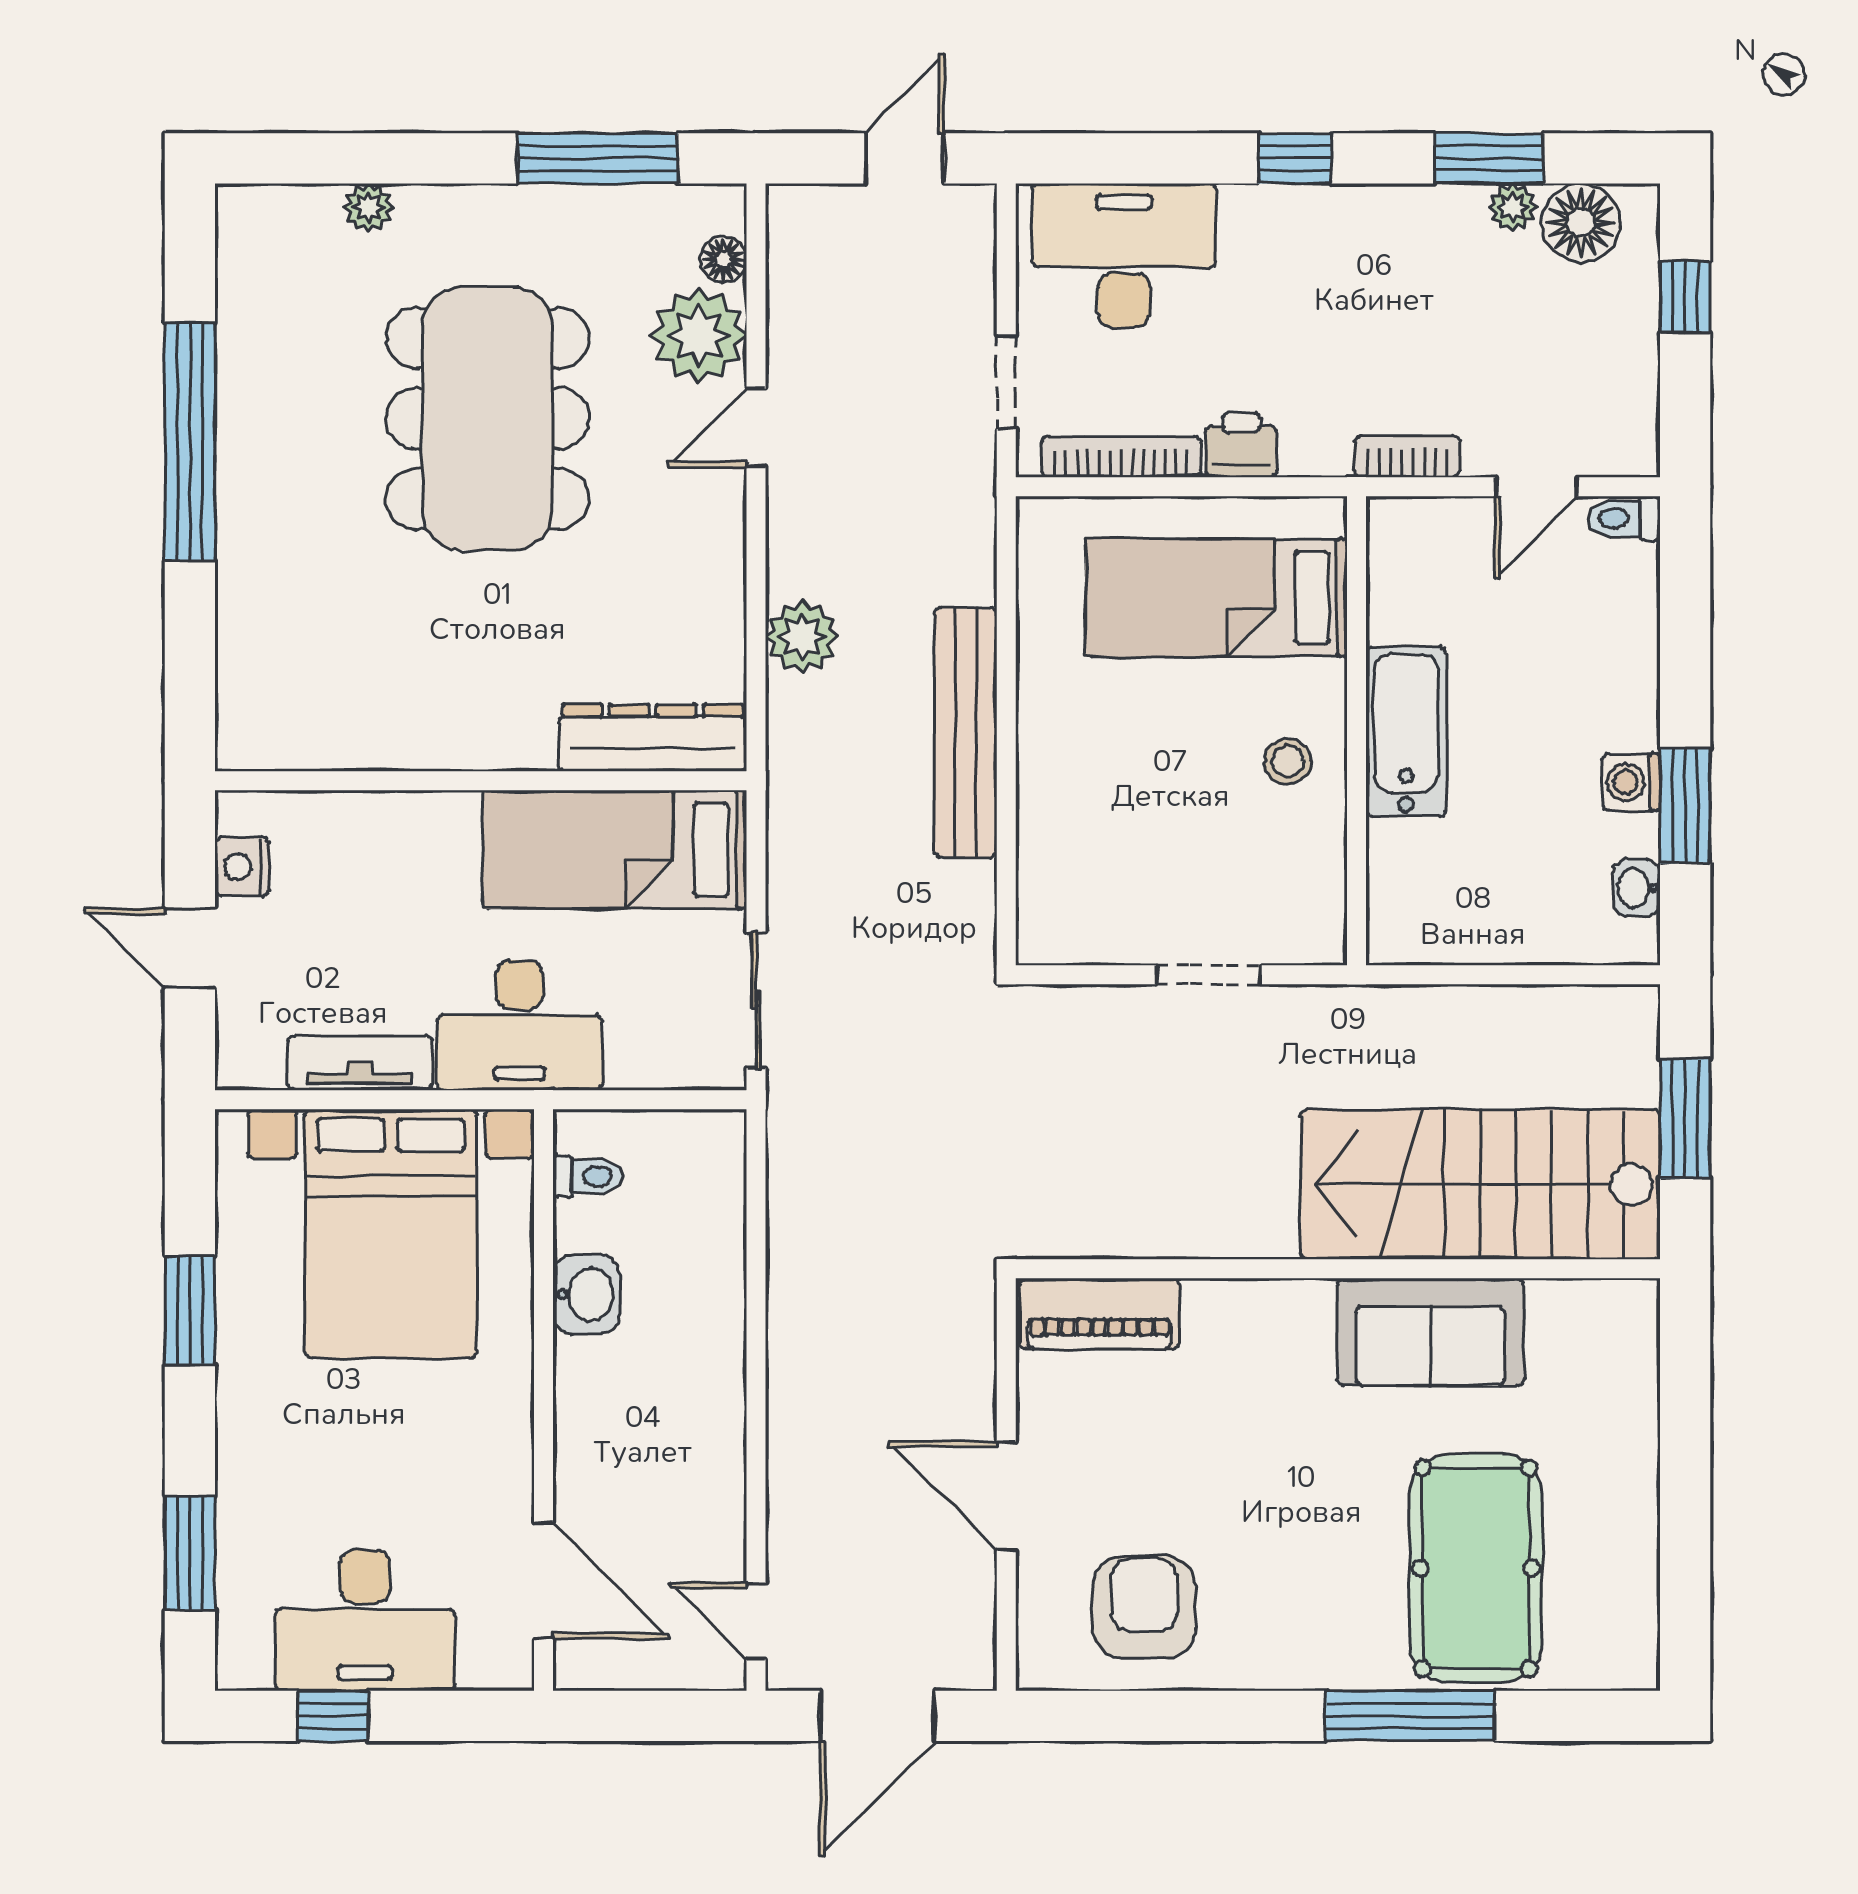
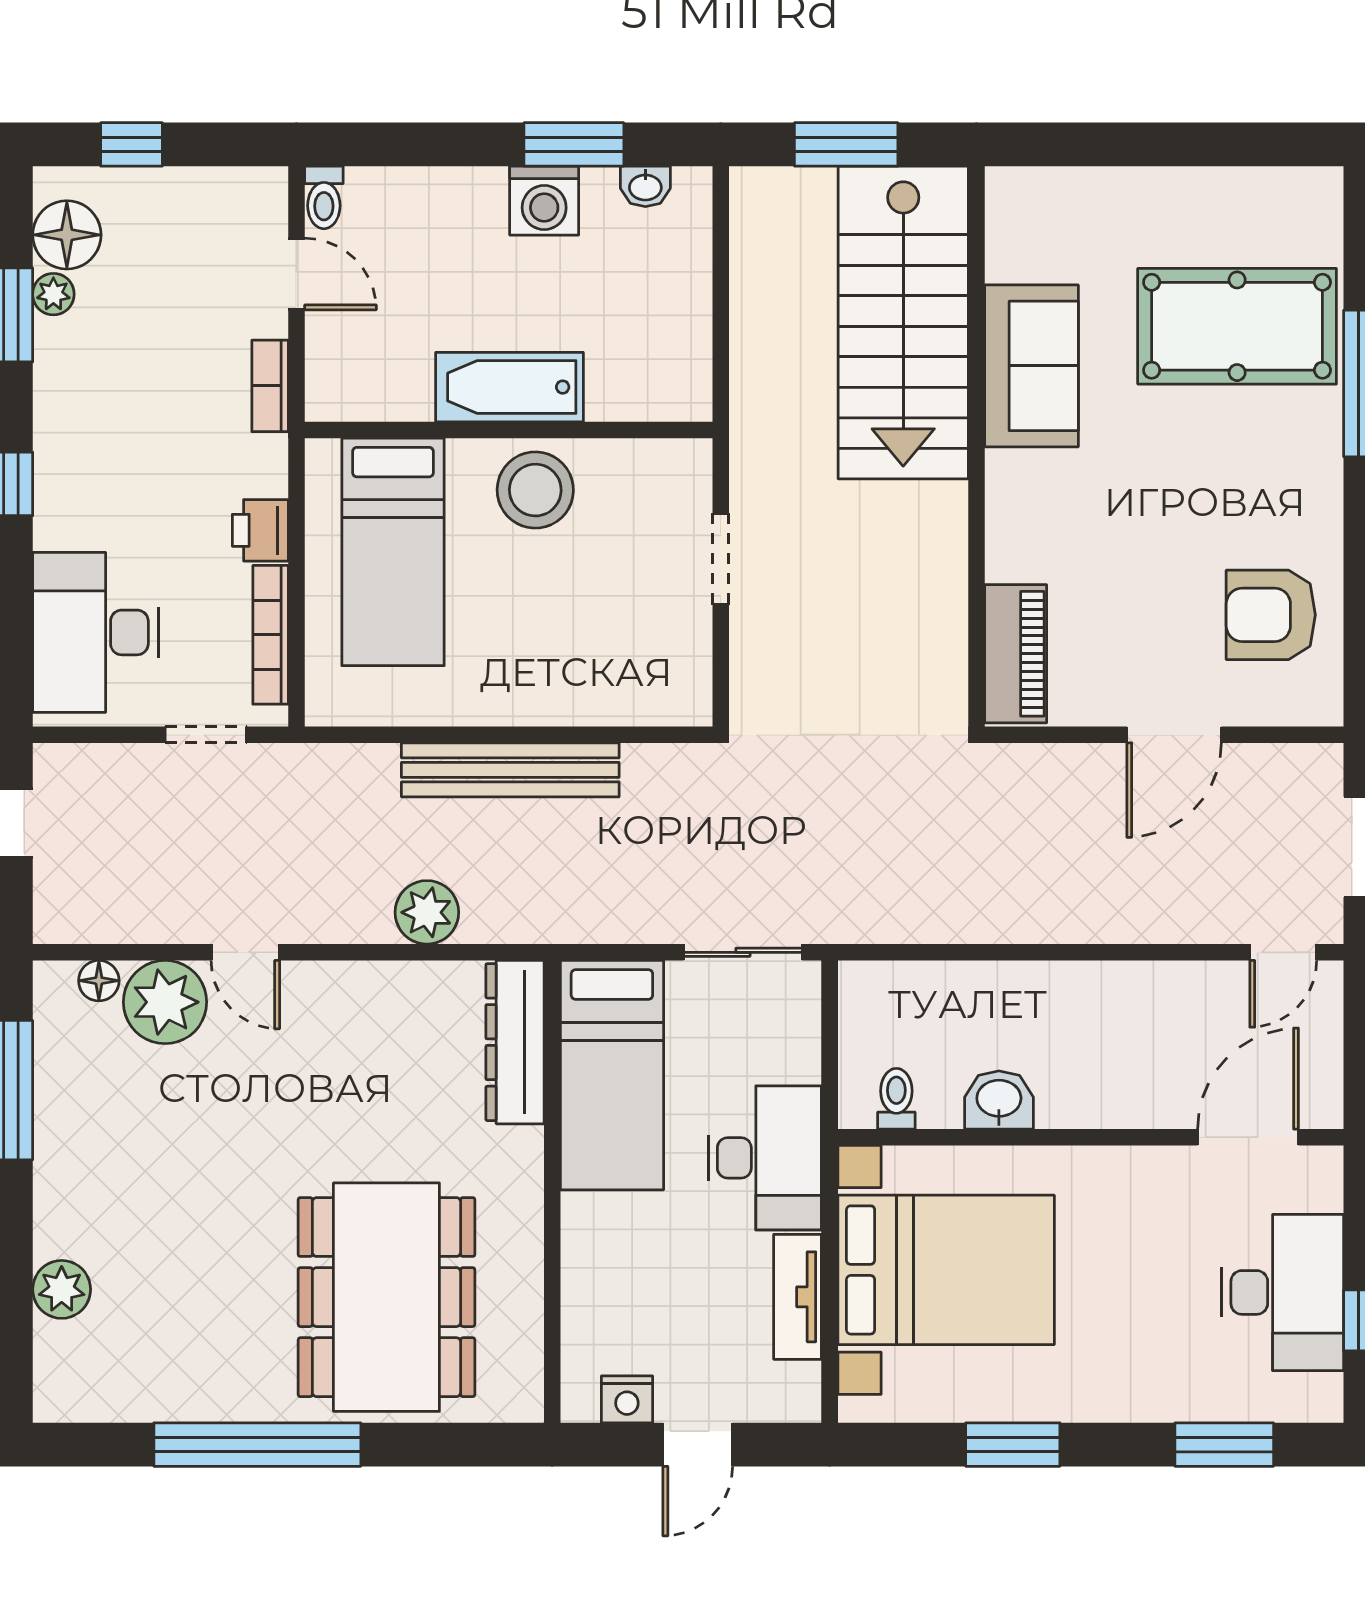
plant: (368, 208) -> (62, 1289), width x1.38, depth x1.38
dining table: (487, 418) -> (386, 1297), moved, turned 90
stool: (1288, 761) -> (535, 490), width x1.89, depth x1.89
washing machine: (1631, 782) -> (544, 201), width x1.38, depth x1.38

